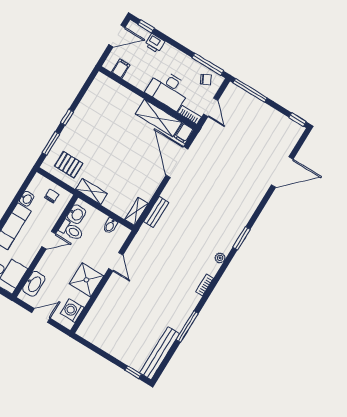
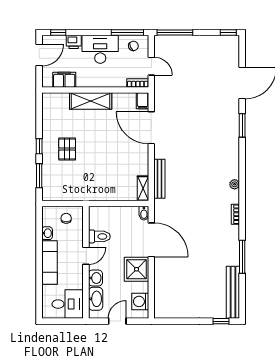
filing cabinet: (121, 69) -> (64, 80), width x2.00
desk: (168, 90) -> (100, 49), moved, turned 180
shelving: (159, 118) -> (91, 101), moved
pallet: (69, 165) -> (67, 149), moved, turned 90
shelving: (91, 191) -> (96, 195), removed
bench: (156, 212) -> (159, 179), width x1.36
washbasin: (76, 214) -> (95, 278), moved
bidet: (110, 226) -> (144, 213), moved
window: (242, 238) -> (242, 125), moved
door: (116, 262) -> (151, 240), width x1.88

